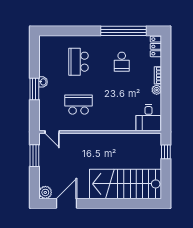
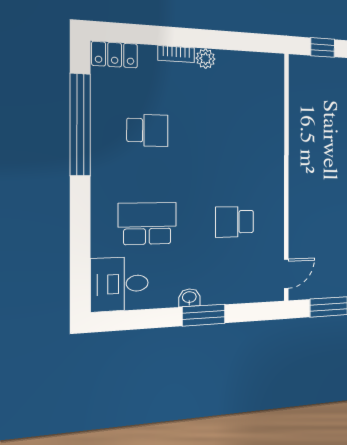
school desk: (79, 62) -> (147, 224), turned 180
school desk: (79, 105) -> (235, 222), width x0.54
desk: (148, 118) -> (119, 284), moved, turned 180

